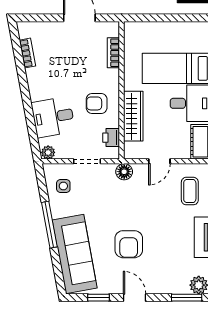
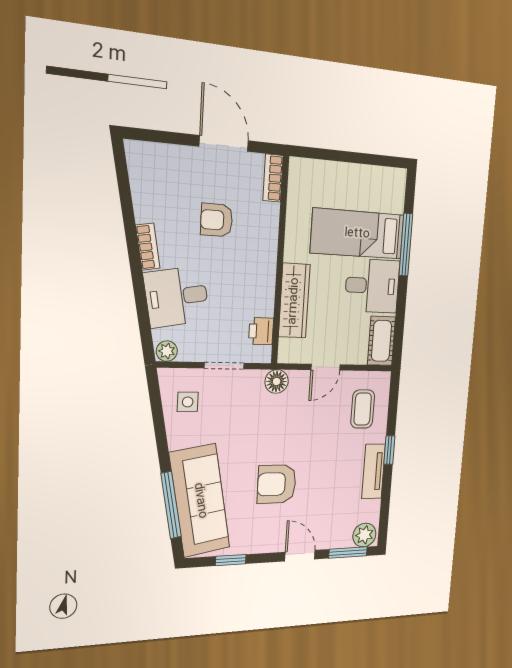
bookcase: (27, 53) -> (148, 247), moved
bookcase: (113, 53) -> (273, 178), moved
armchair: (97, 103) -> (217, 220), moved
window: (49, 225) -> (171, 505), moved
armchair: (129, 244) -> (277, 484), turned 90
door: (135, 298) -> (300, 556), moved

